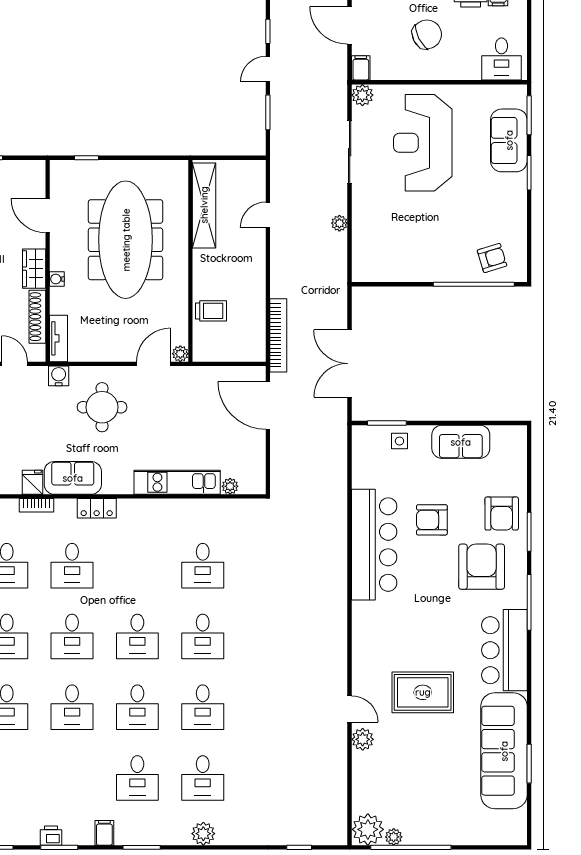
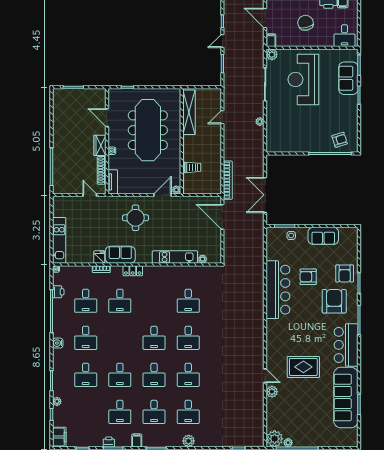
chair: (427, 34) -> (306, 23), turned -76
water cooler: (59, 376) -> (113, 201), removed
desk: (72, 636) -> (120, 412), moved

